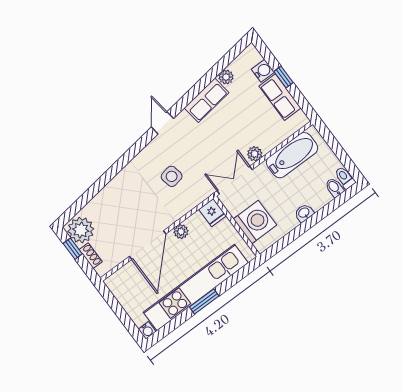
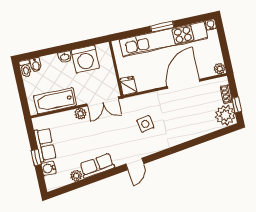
washing machine: (255, 222) -> (85, 59), moved, turned -90
plant: (181, 232) -> (220, 69), moved

